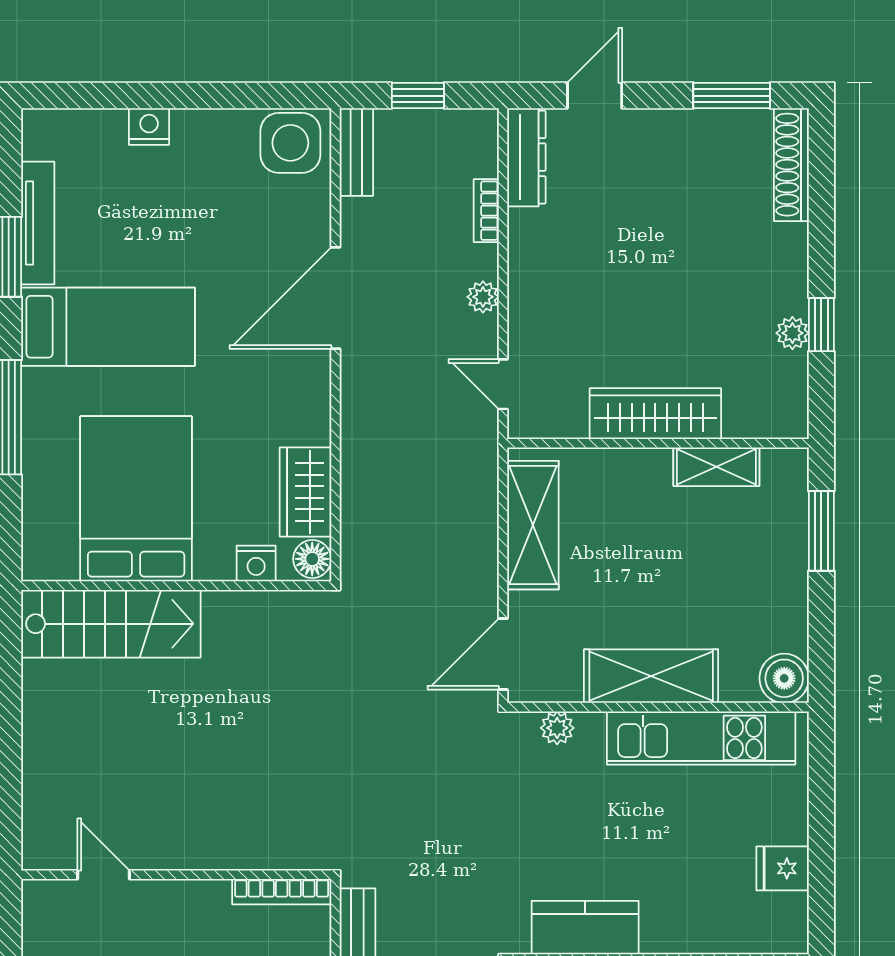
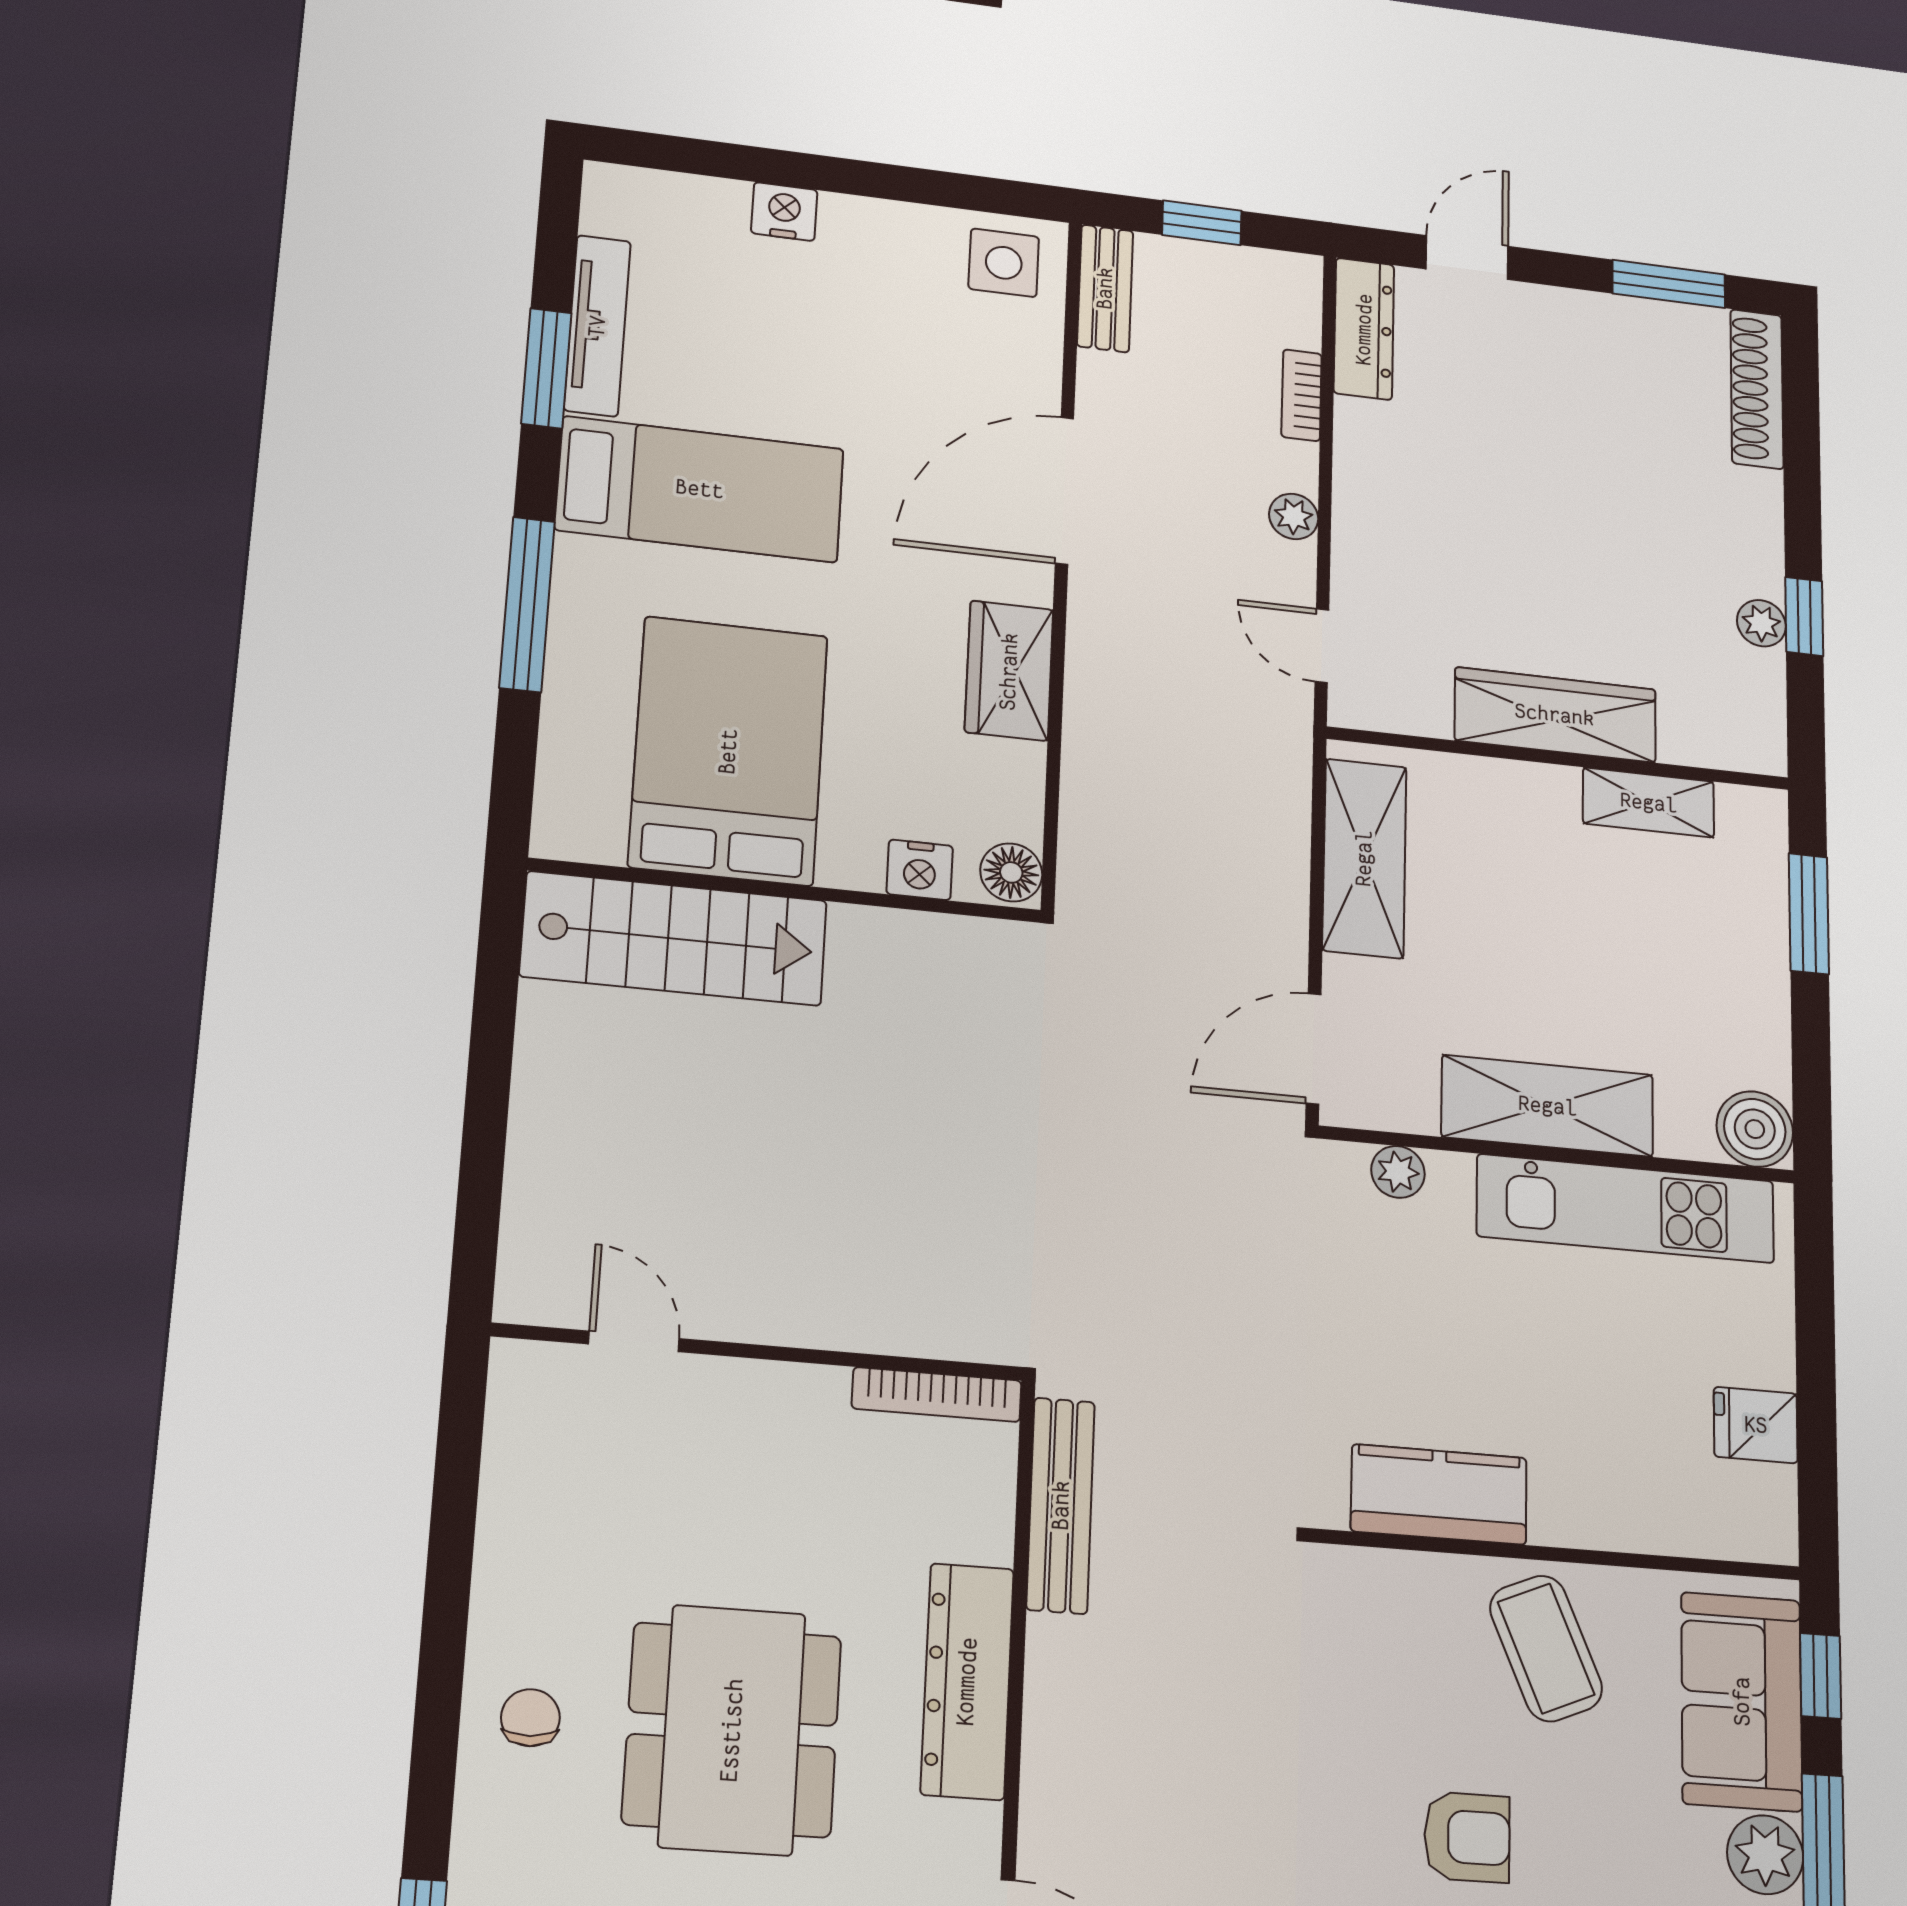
side table: (290, 143) -> (1004, 263), width x0.73, depth x0.73
wardrobe: (305, 492) -> (1009, 671), moved

